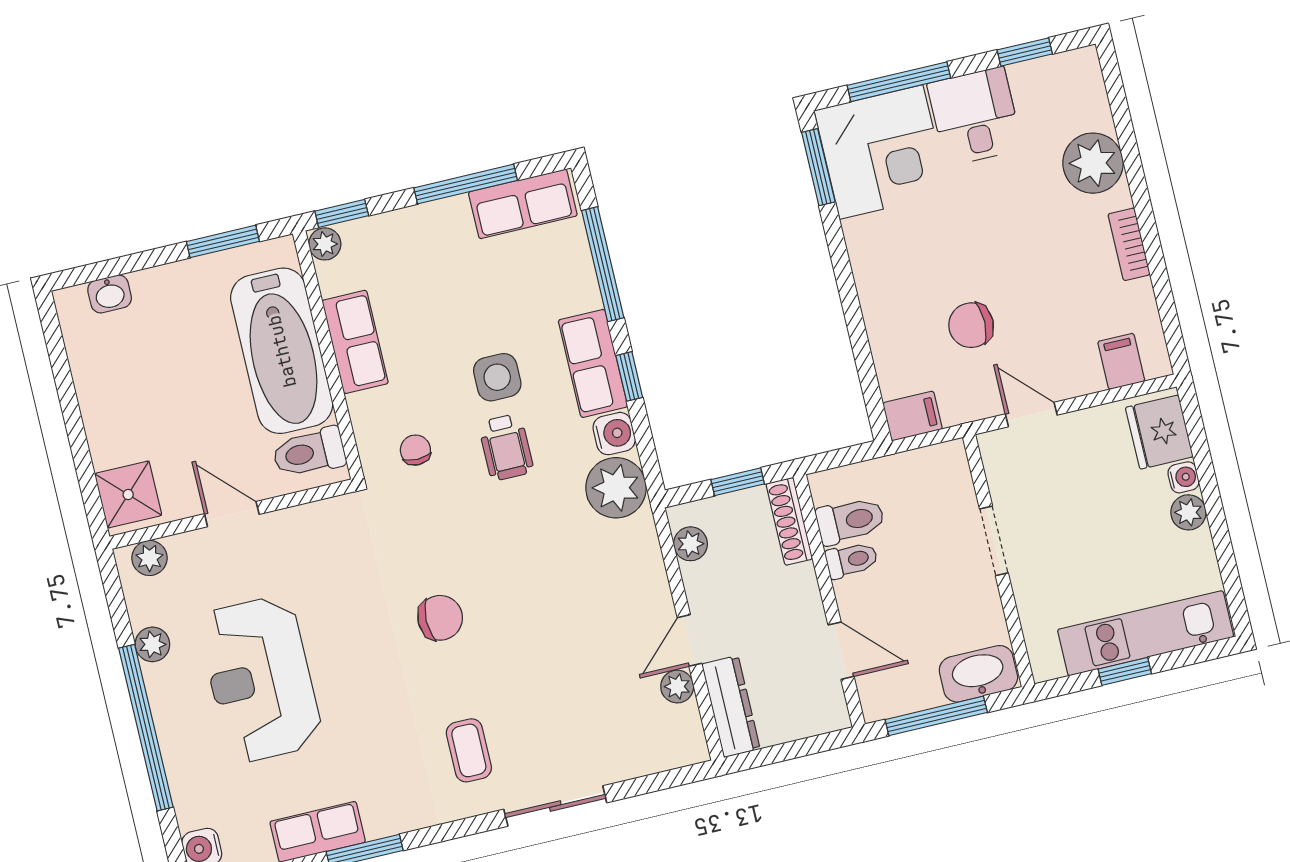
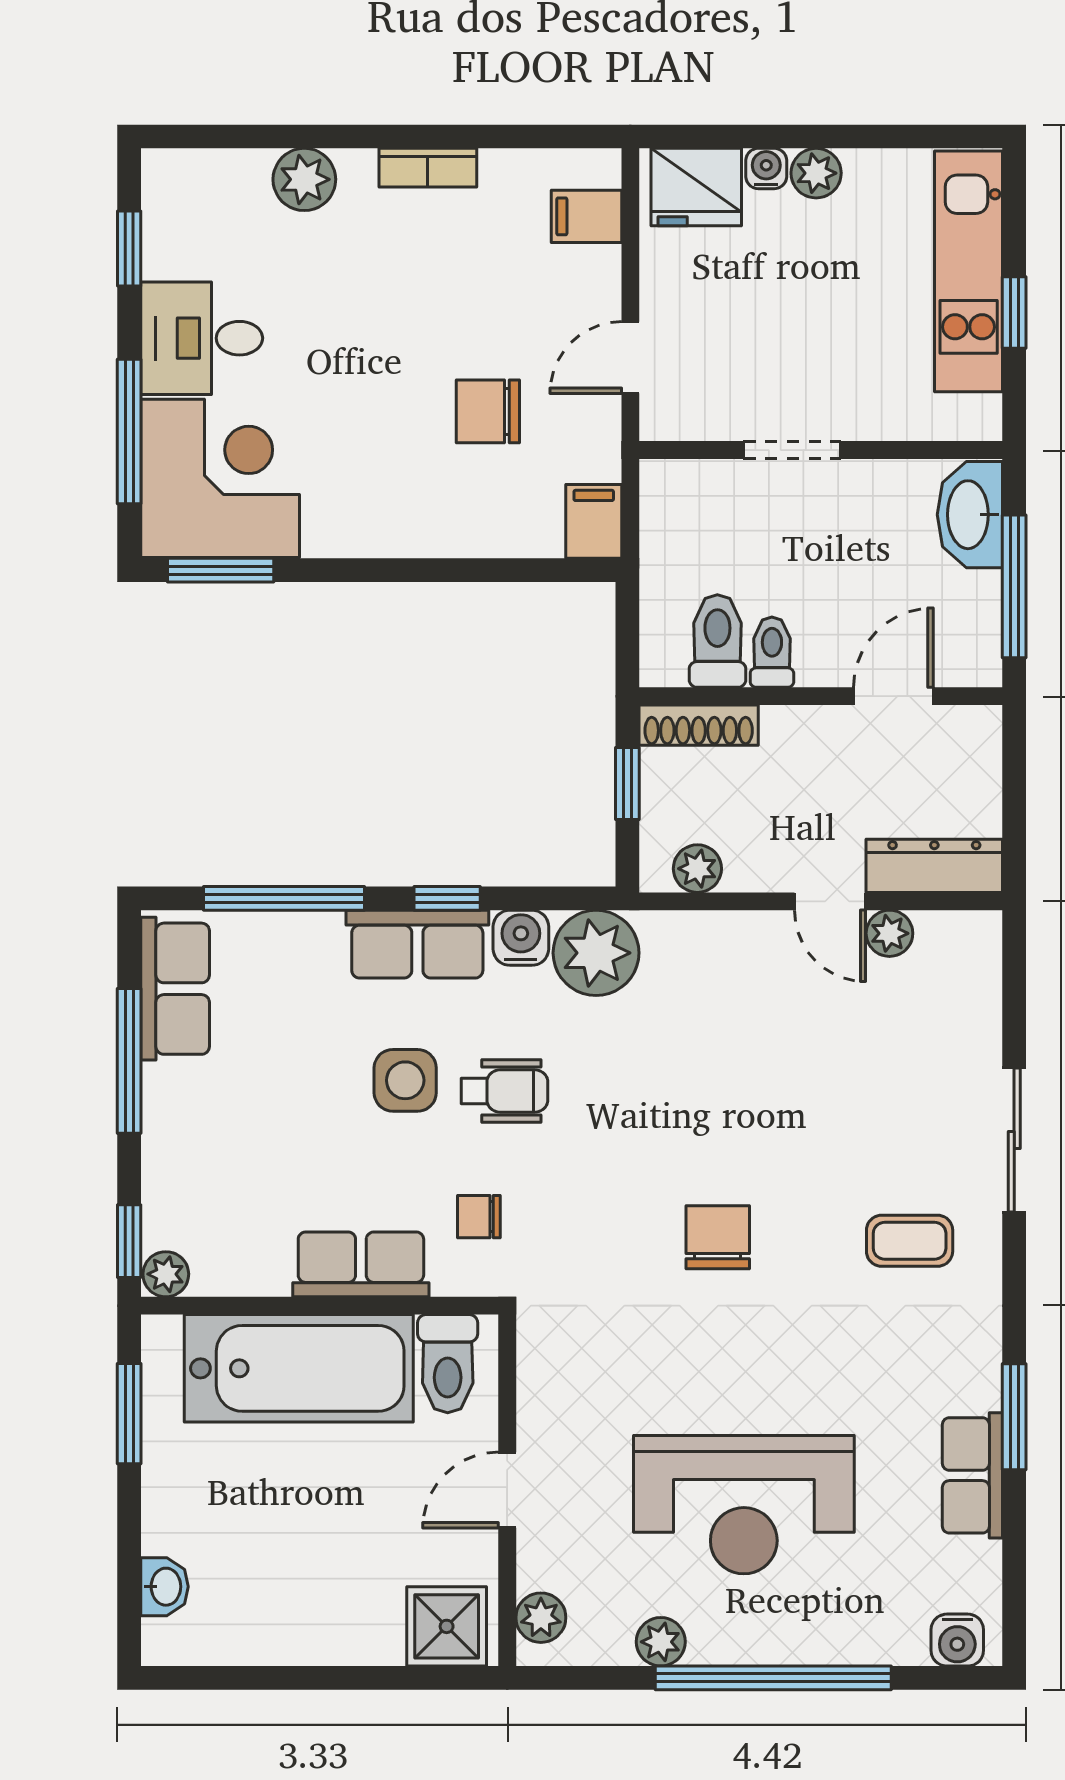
plant: (1093, 163) -> (304, 179), width x0.73, depth x0.73
chair: (971, 325) -> (488, 411), turned 90
row of seats: (355, 342) -> (361, 1264), moved

